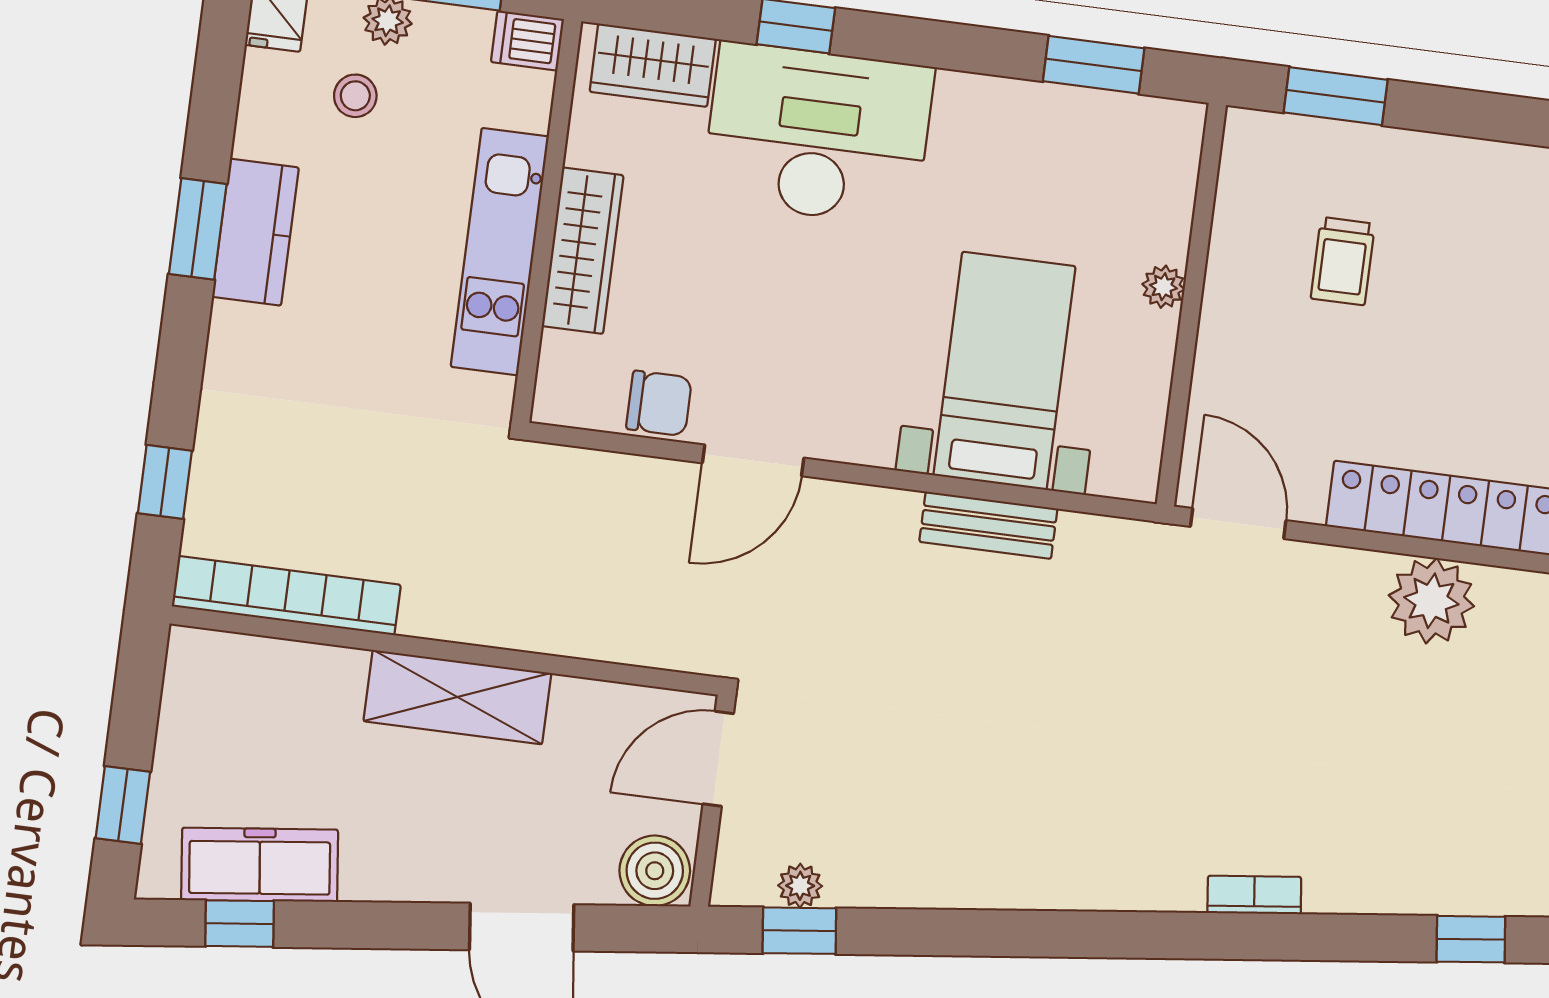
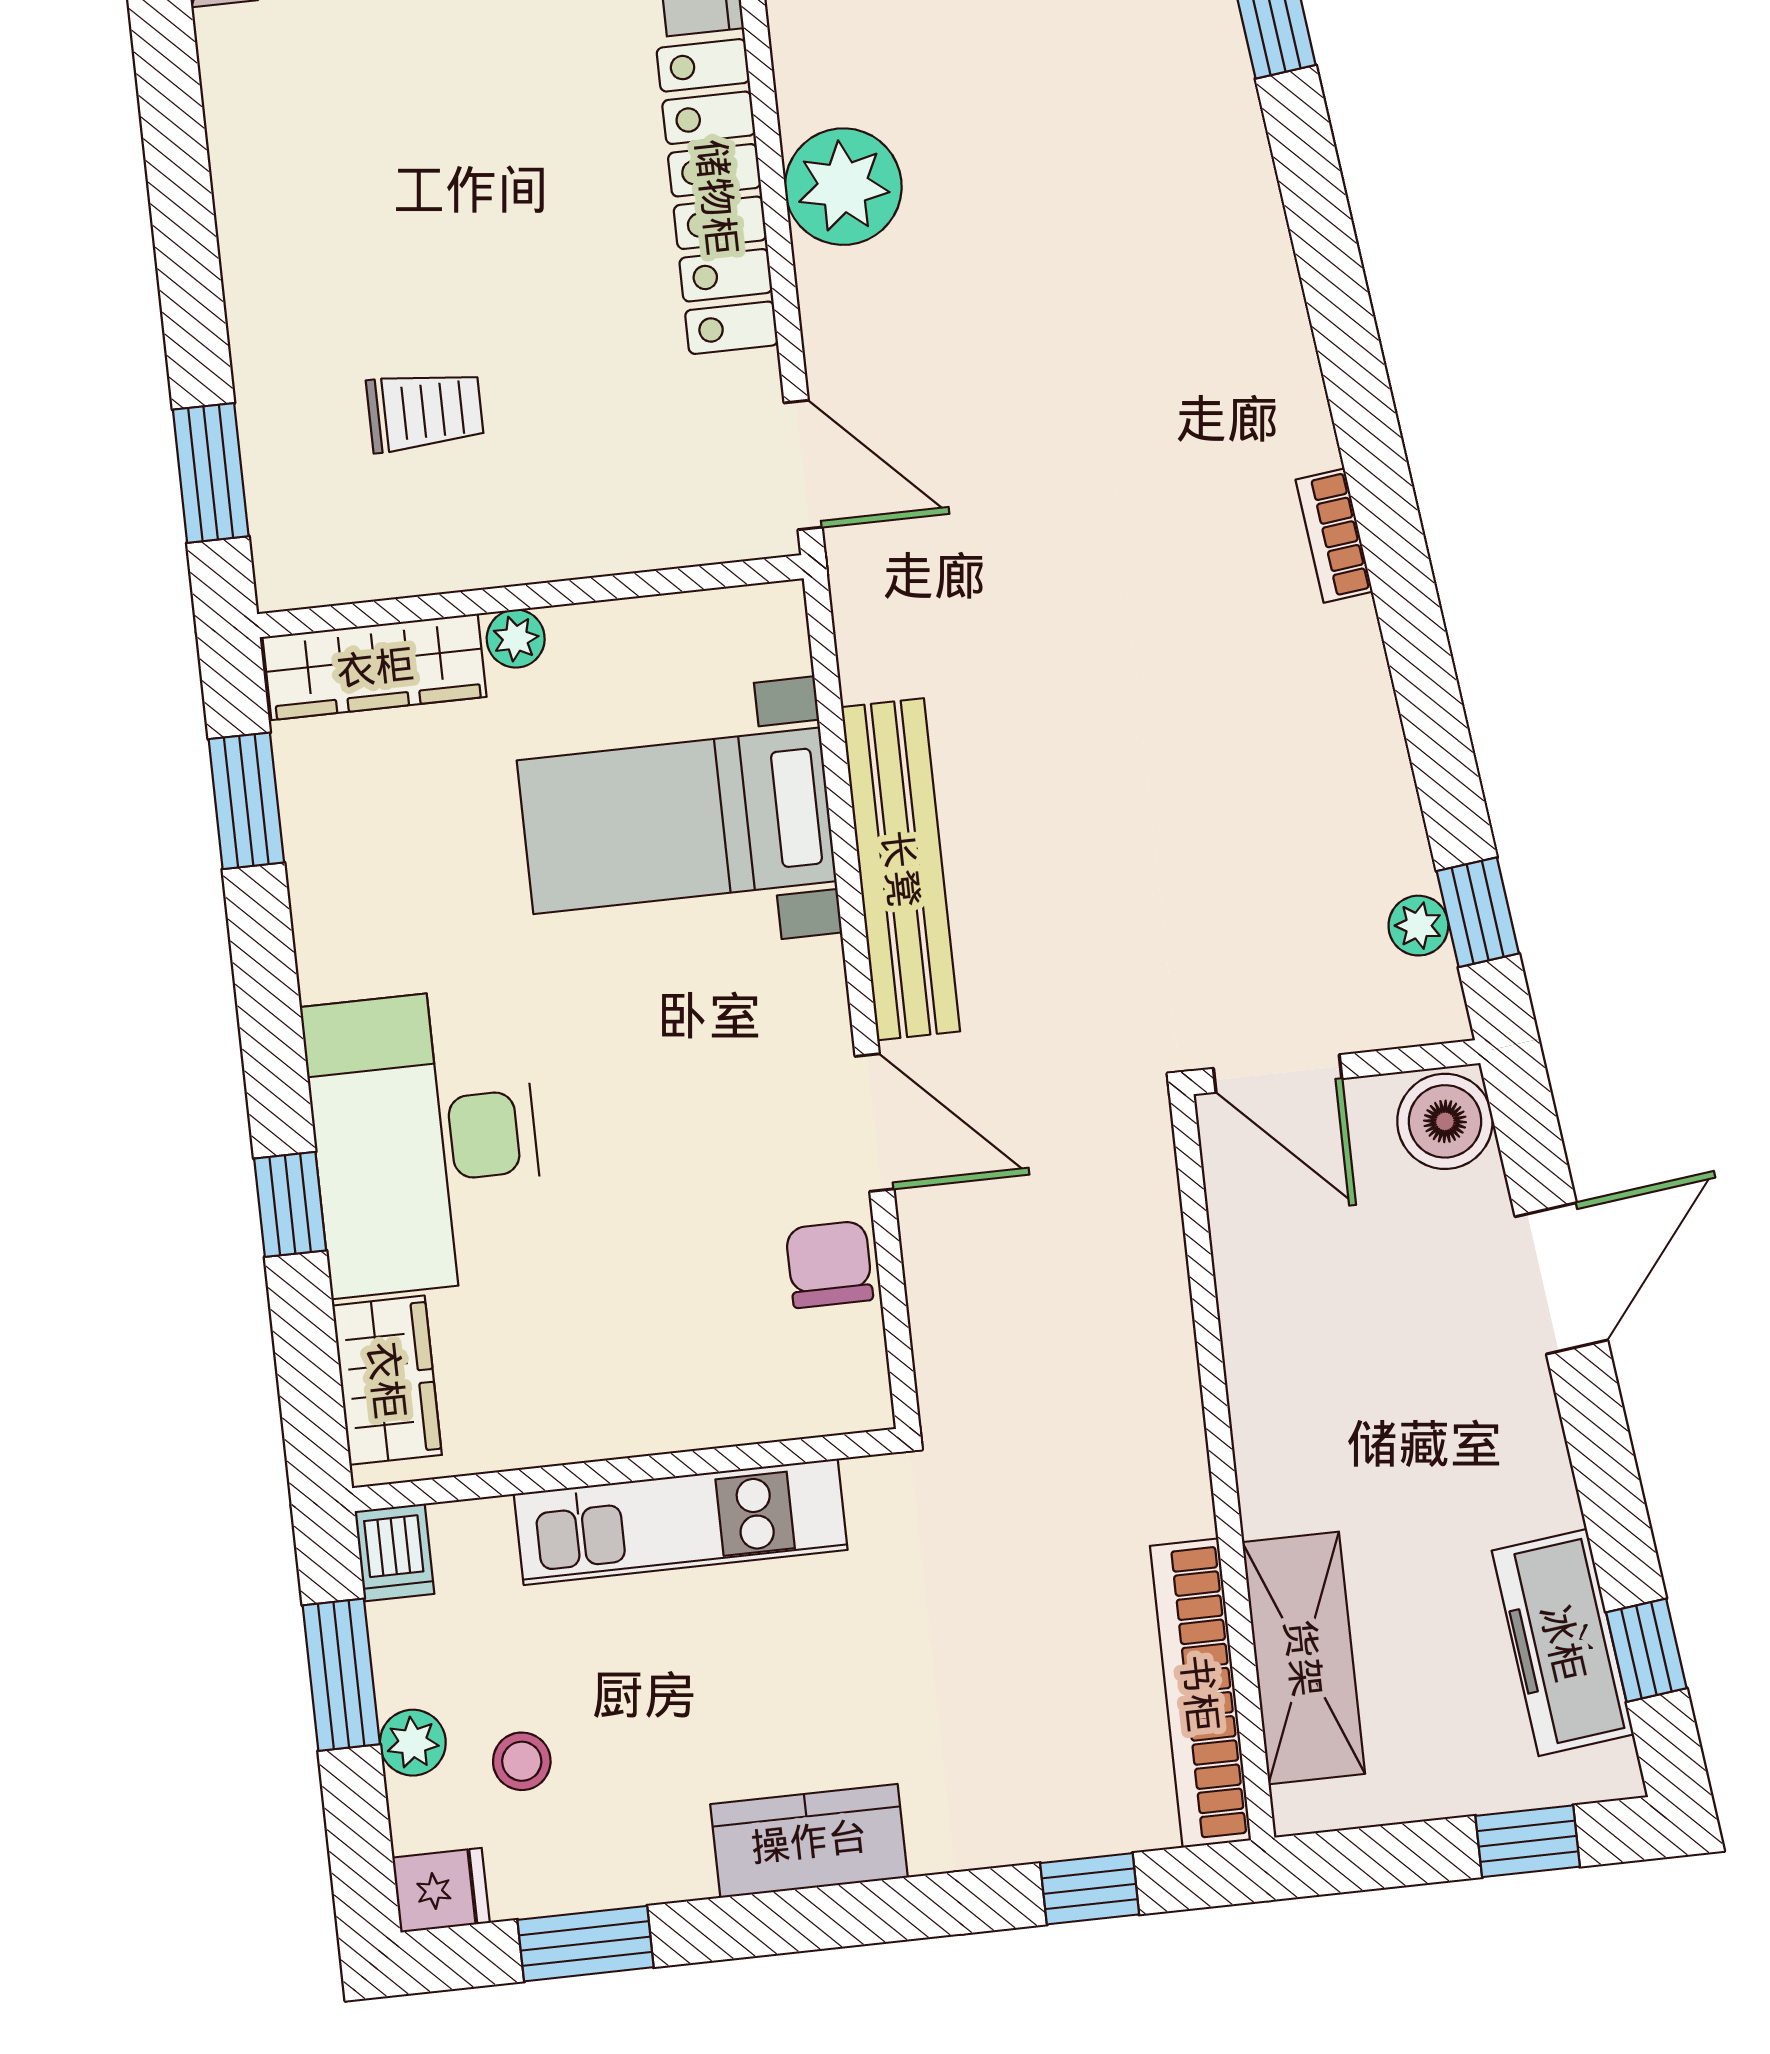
window: (198, 229) -> (586, 1944), moved
kitchen counter: (255, 232) -> (809, 1841), moved
wardrobe: (583, 251) -> (375, 667), moved, turned 180
door: (1238, 524) -> (803, 465), swing flipped
bench: (988, 525) -> (901, 869), width x1.86, depth x1.21
shelving: (457, 697) -> (1304, 1658), moved
bookcase: (1254, 895) -> (1334, 536), moved

